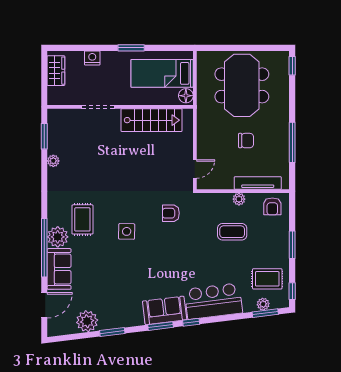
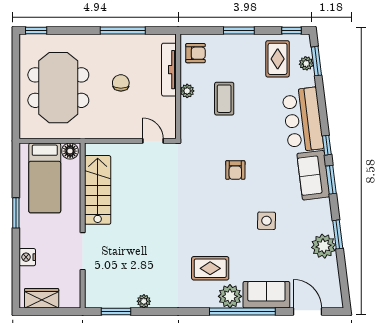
meeting table: (242, 85) -> (58, 88), turned 90
armchair: (171, 213) -> (235, 170), moved
side table: (127, 231) -> (267, 221), moved
plant: (87, 321) -> (323, 246), moved

